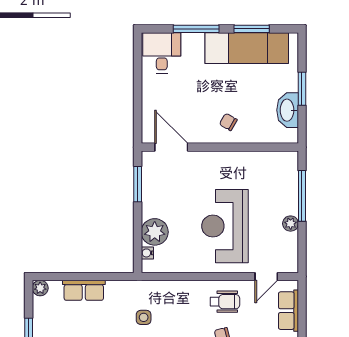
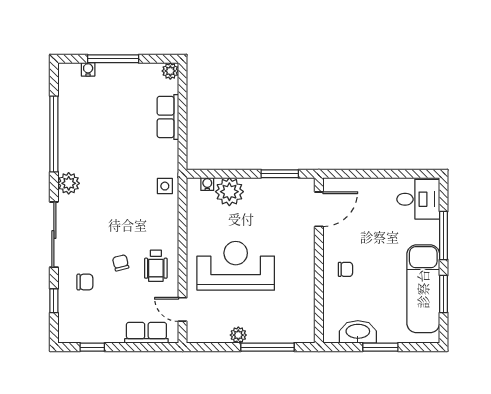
chair: (228, 122) -> (345, 269), turned 60
side table: (144, 317) -> (165, 186), moved

